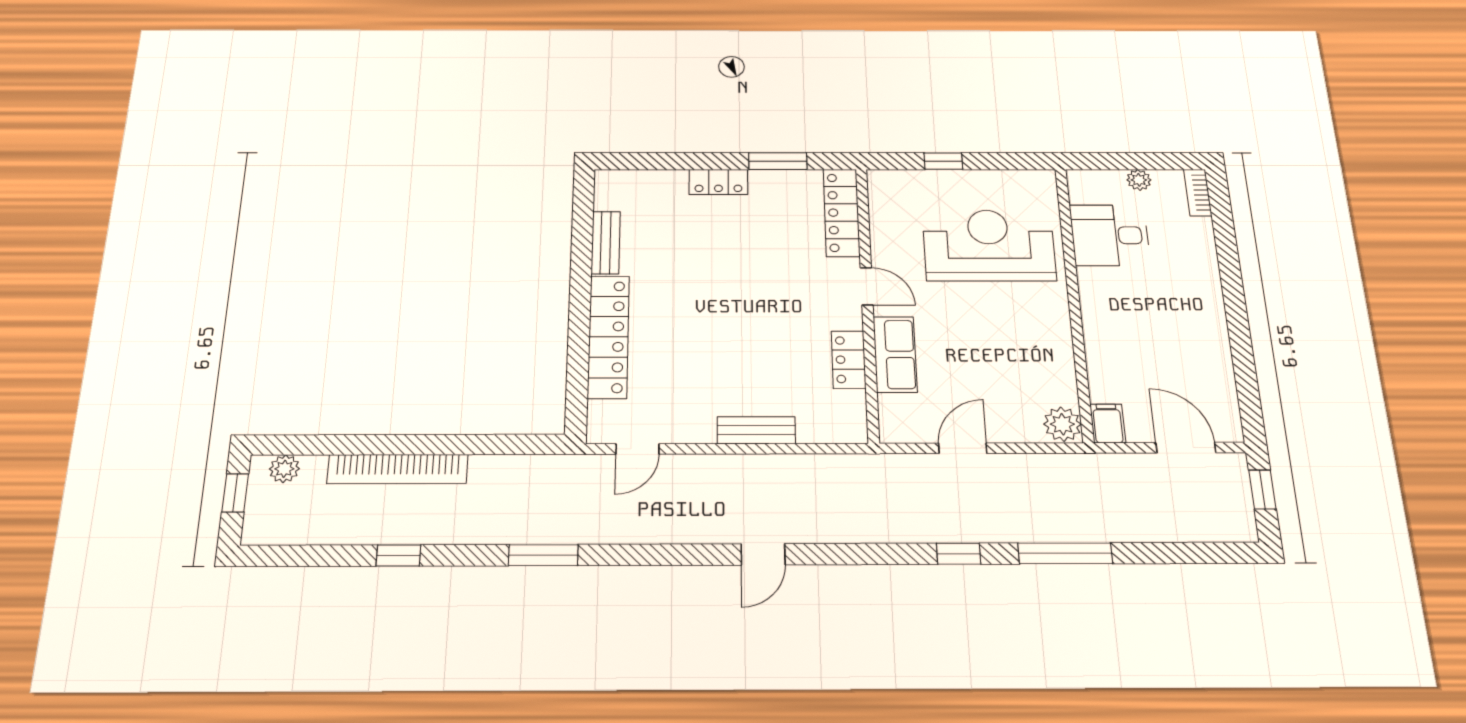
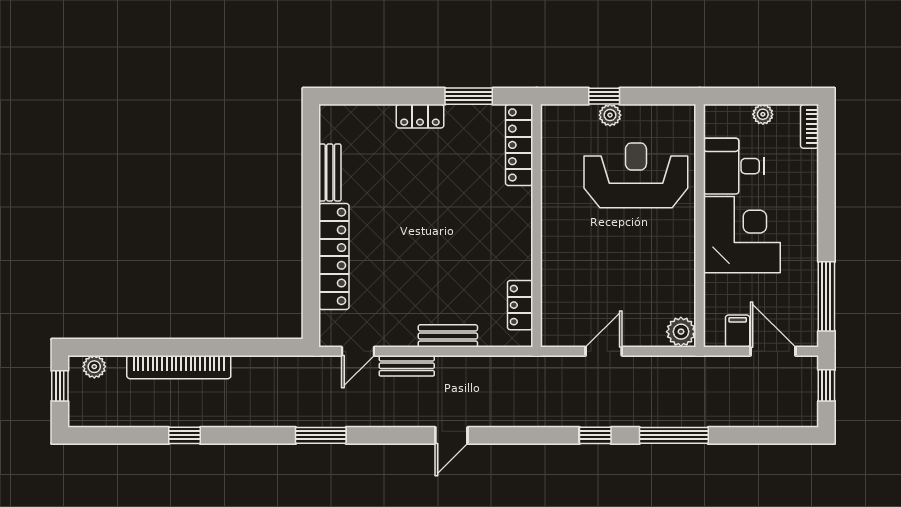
plant: (952, 181) -> (610, 115), added
door: (867, 286) -> (537, 212), removed
corner desk: (1129, 311) -> (742, 235), added
row of seats: (895, 354) -> (556, 272), removed
locker: (849, 360) -> (520, 305), moved
window: (1246, 382) -> (826, 296), added
filing cabinet: (1108, 423) -> (738, 331), moved
bench: (702, 467) -> (407, 366), added
window: (543, 555) -> (321, 435), moved

